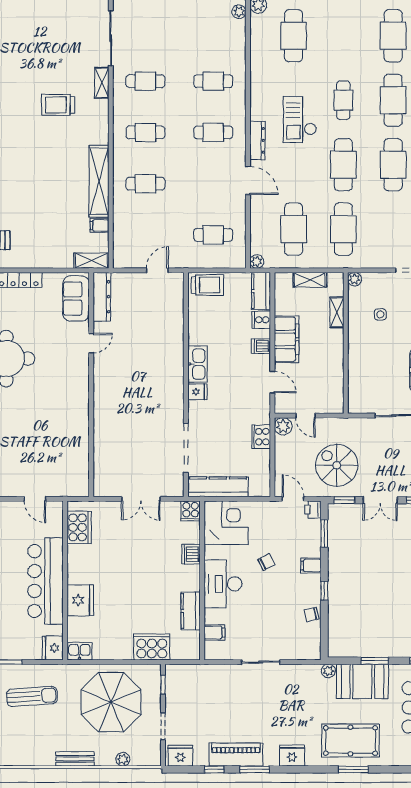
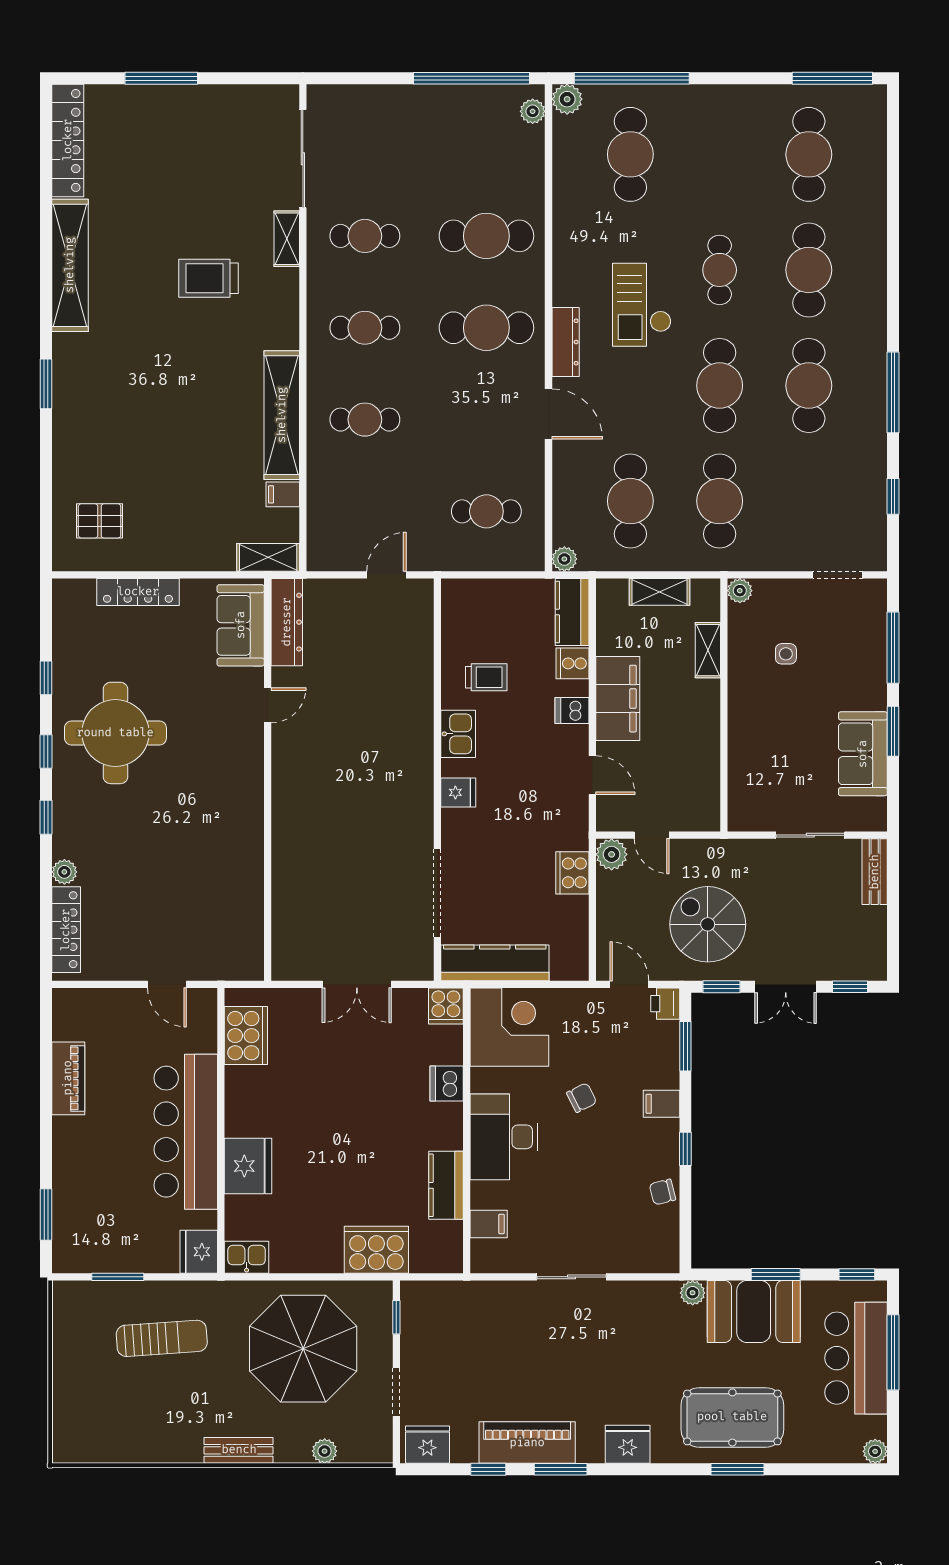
cafe table: (213, 81) -> (486, 236), width x1.37, depth x1.35
cafe table: (213, 132) -> (486, 328), width x1.37, depth x1.35
trolley: (207, 285) -> (486, 677), moved, width x0.73, depth x0.72
kitchen sink: (197, 364) -> (458, 734), width x0.73

